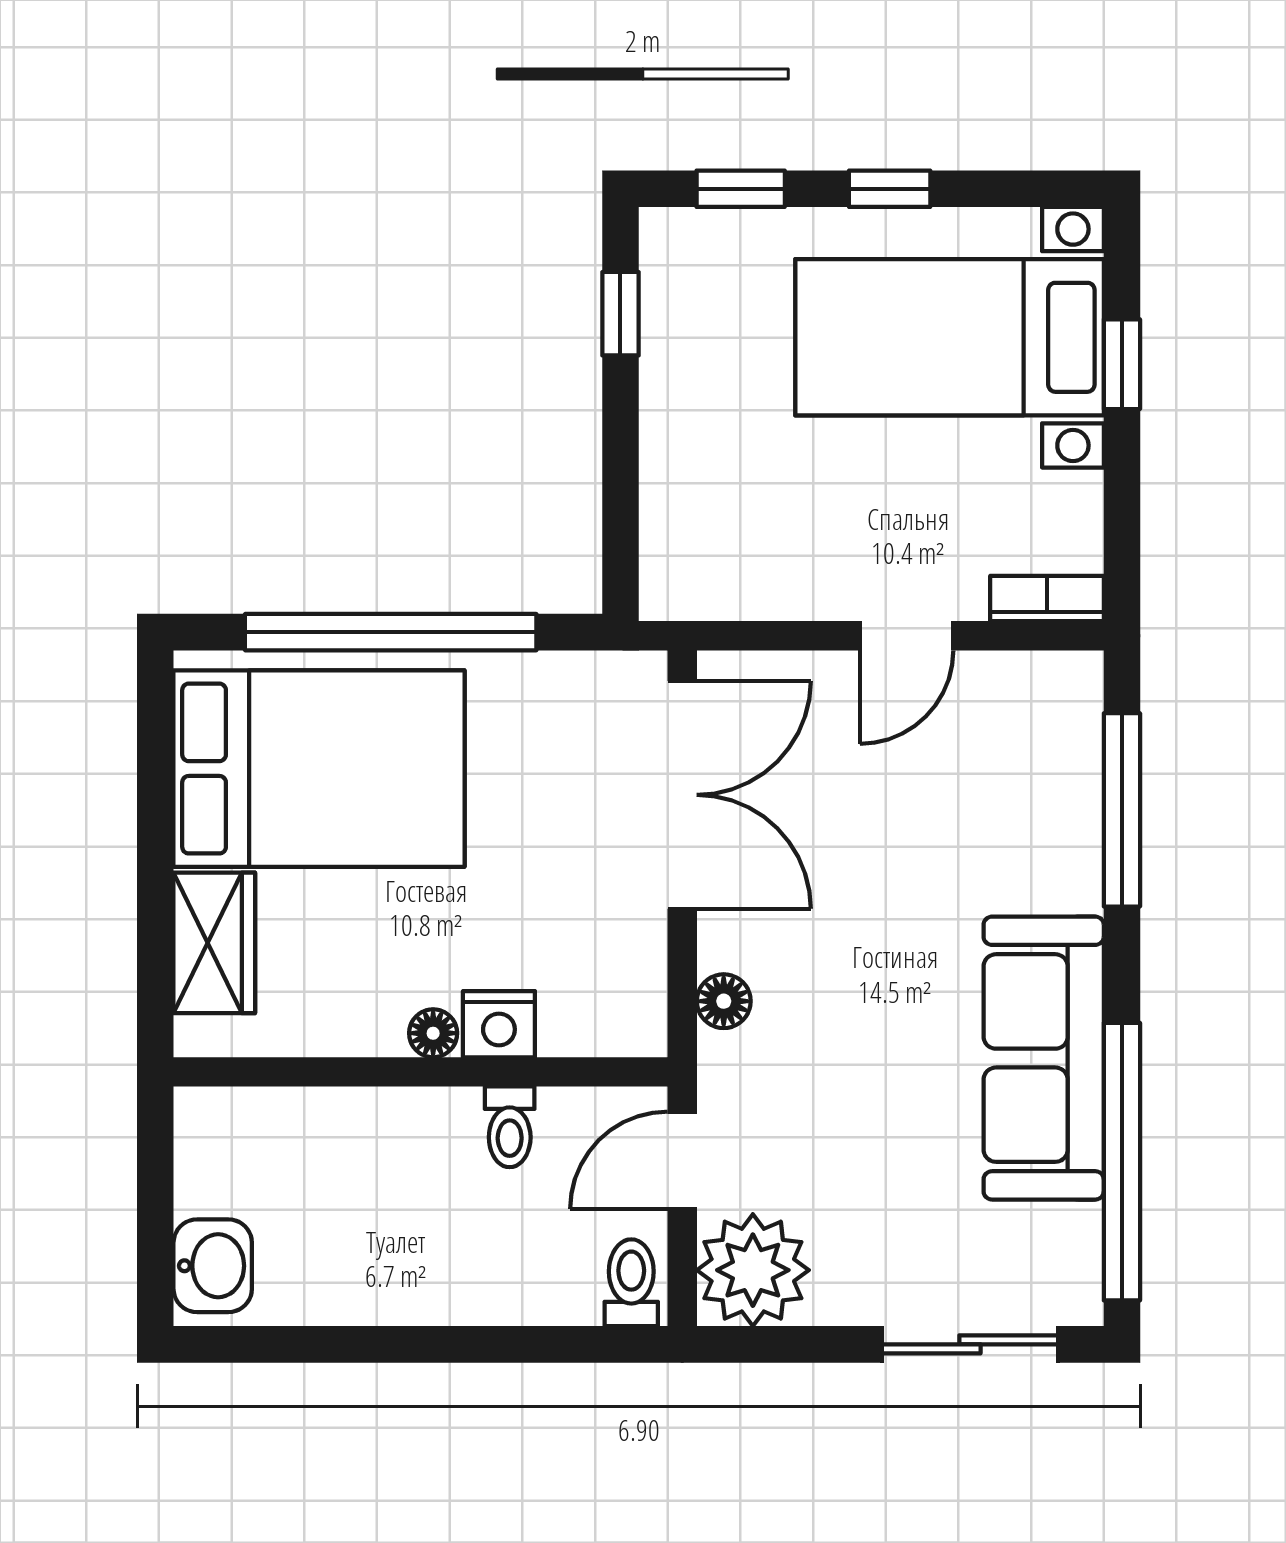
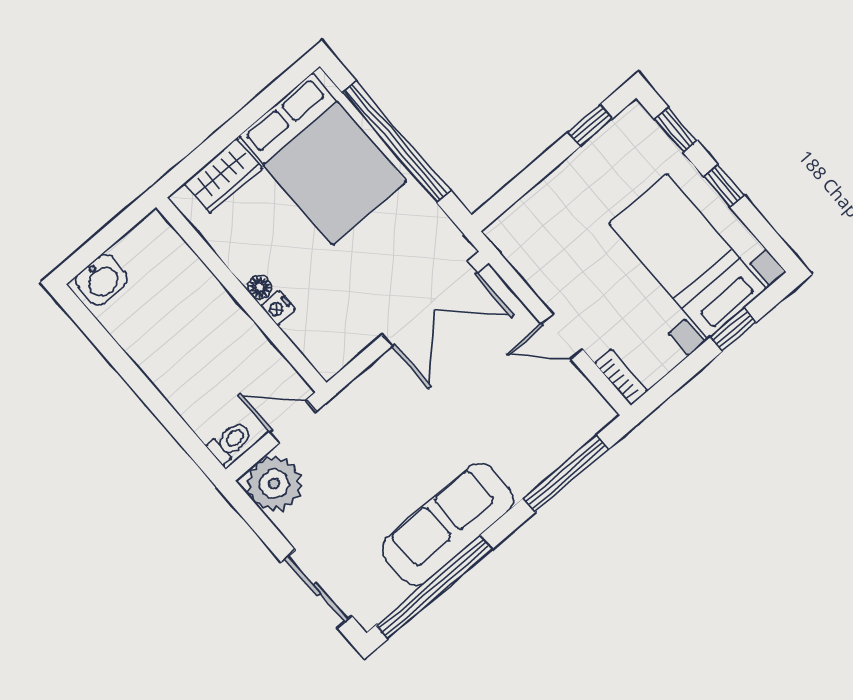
floor lamp: (724, 1001) -> (366, 386), removed
nightstand: (499, 1024) -> (278, 308), width x0.72, depth x0.74
toilet: (510, 1127) -> (249, 346), removed

